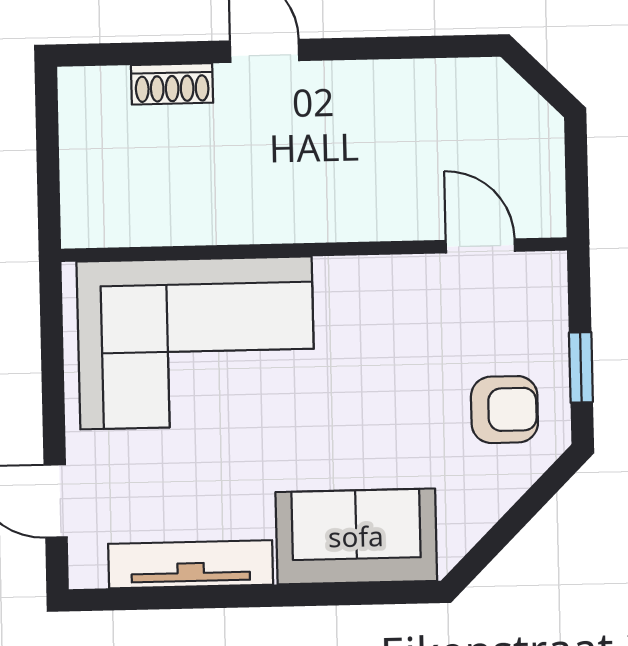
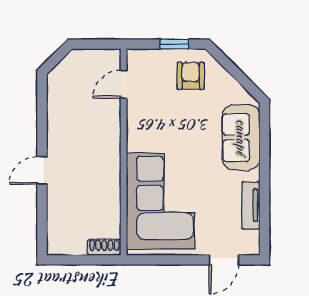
shoe rack: (172, 84) -> (104, 247), moved, turned -90
tv unit: (191, 564) -> (251, 205), width x0.71

